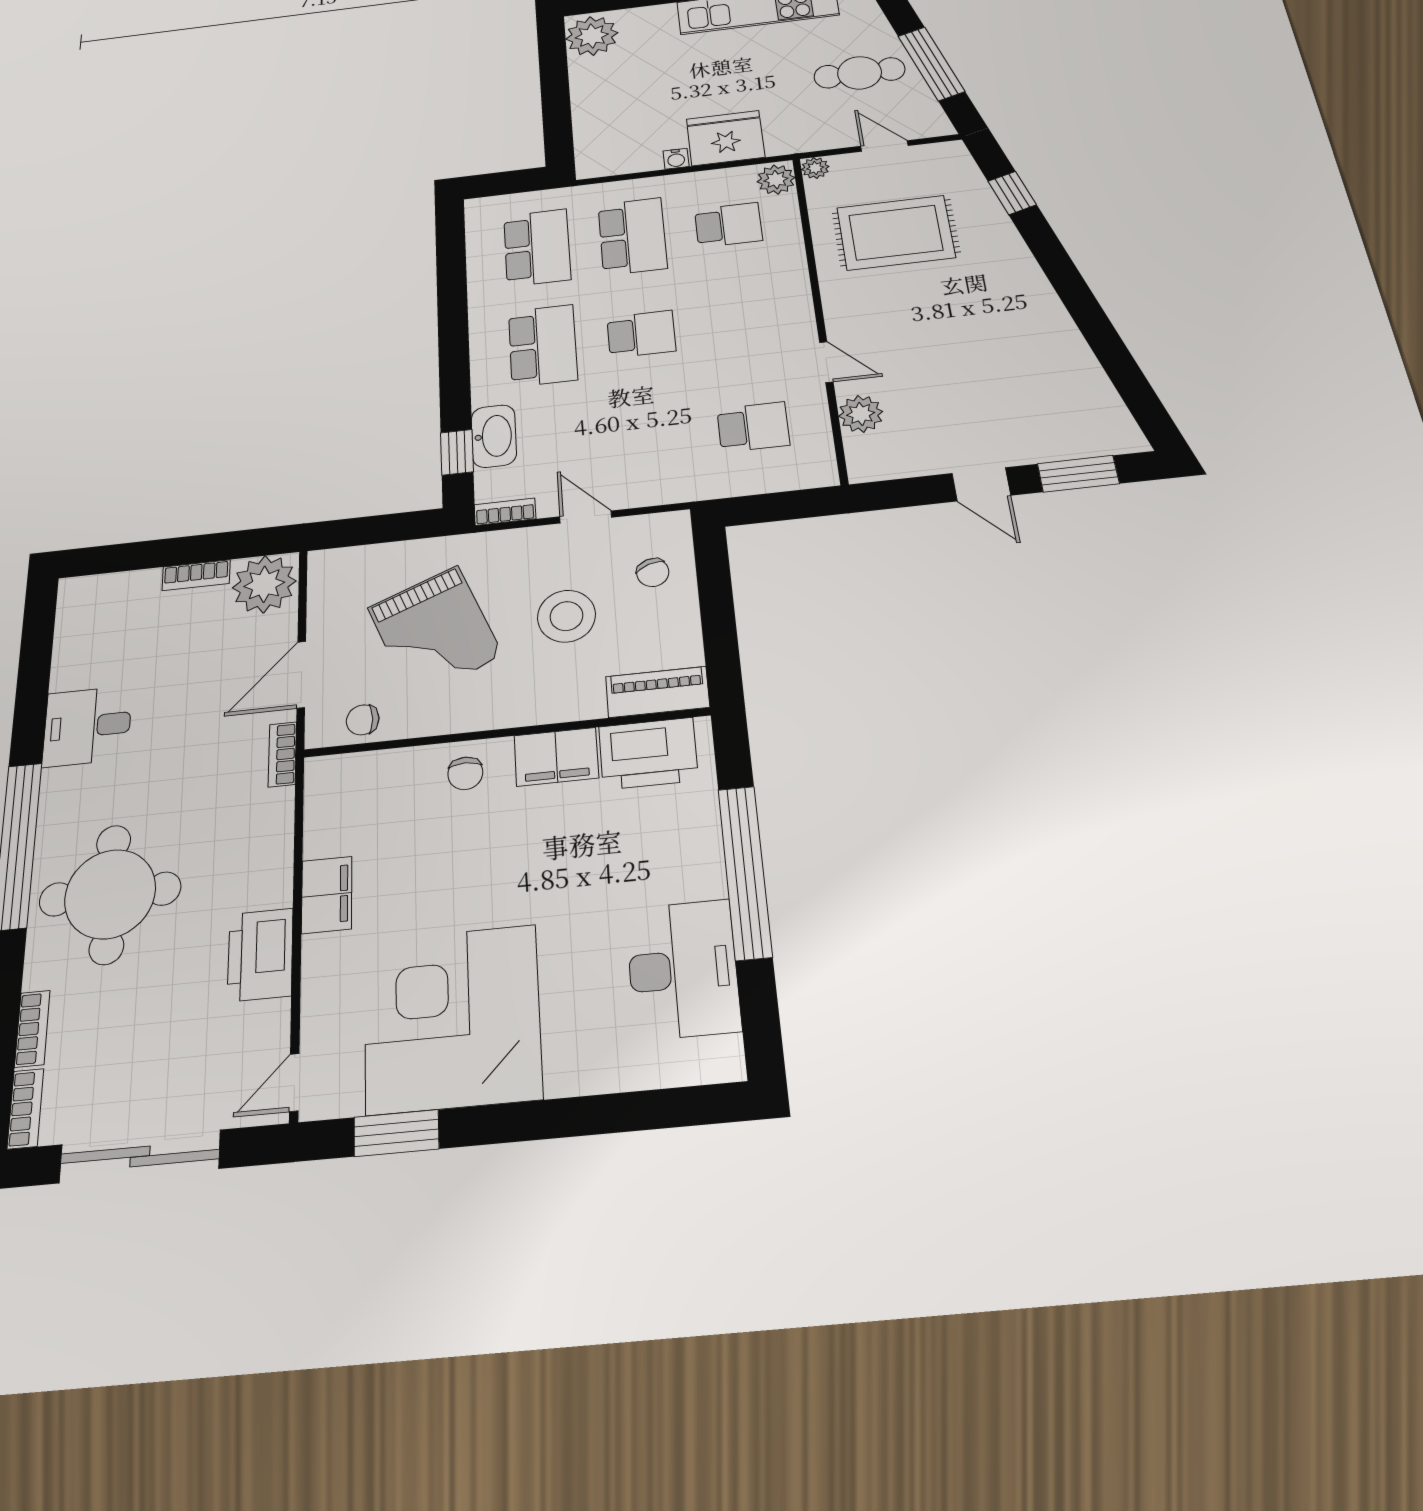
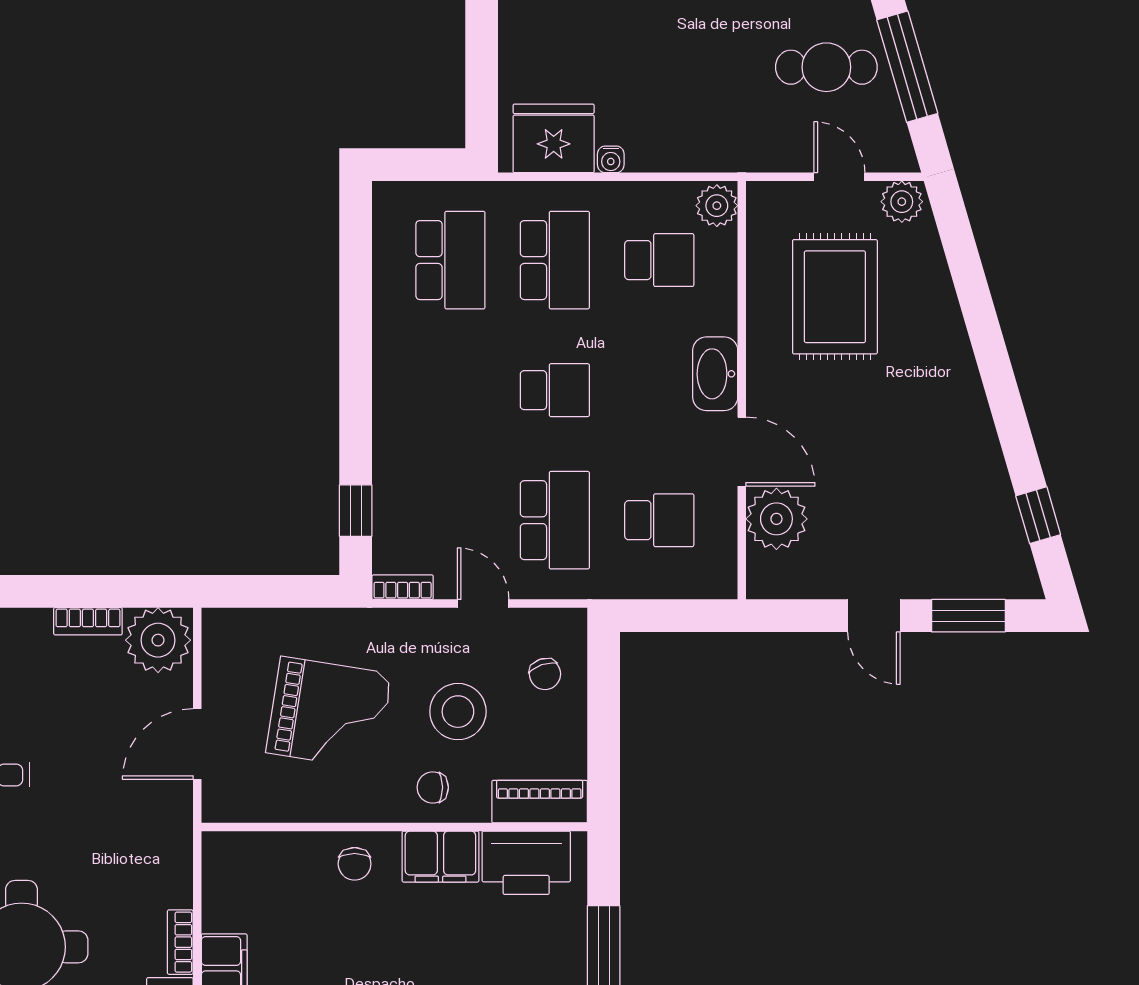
fridge: (725, 138) -> (554, 138), moved
plant: (815, 168) -> (902, 202), moved, width x1.38, depth x1.38
window: (1012, 193) -> (1038, 515), moved
rug: (896, 233) -> (835, 297), turned 90
school desk: (543, 345) -> (555, 520), moved
door: (826, 362) -> (742, 452), width x1.38
plant: (861, 414) -> (776, 519), width x1.36, depth x1.36
washbasin: (494, 436) -> (715, 374), moved, turned 180
grand piano: (435, 632) -> (329, 713), turned -59
chair: (363, 720) -> (433, 787), moved
bookcase: (282, 754) -> (180, 942), moved

